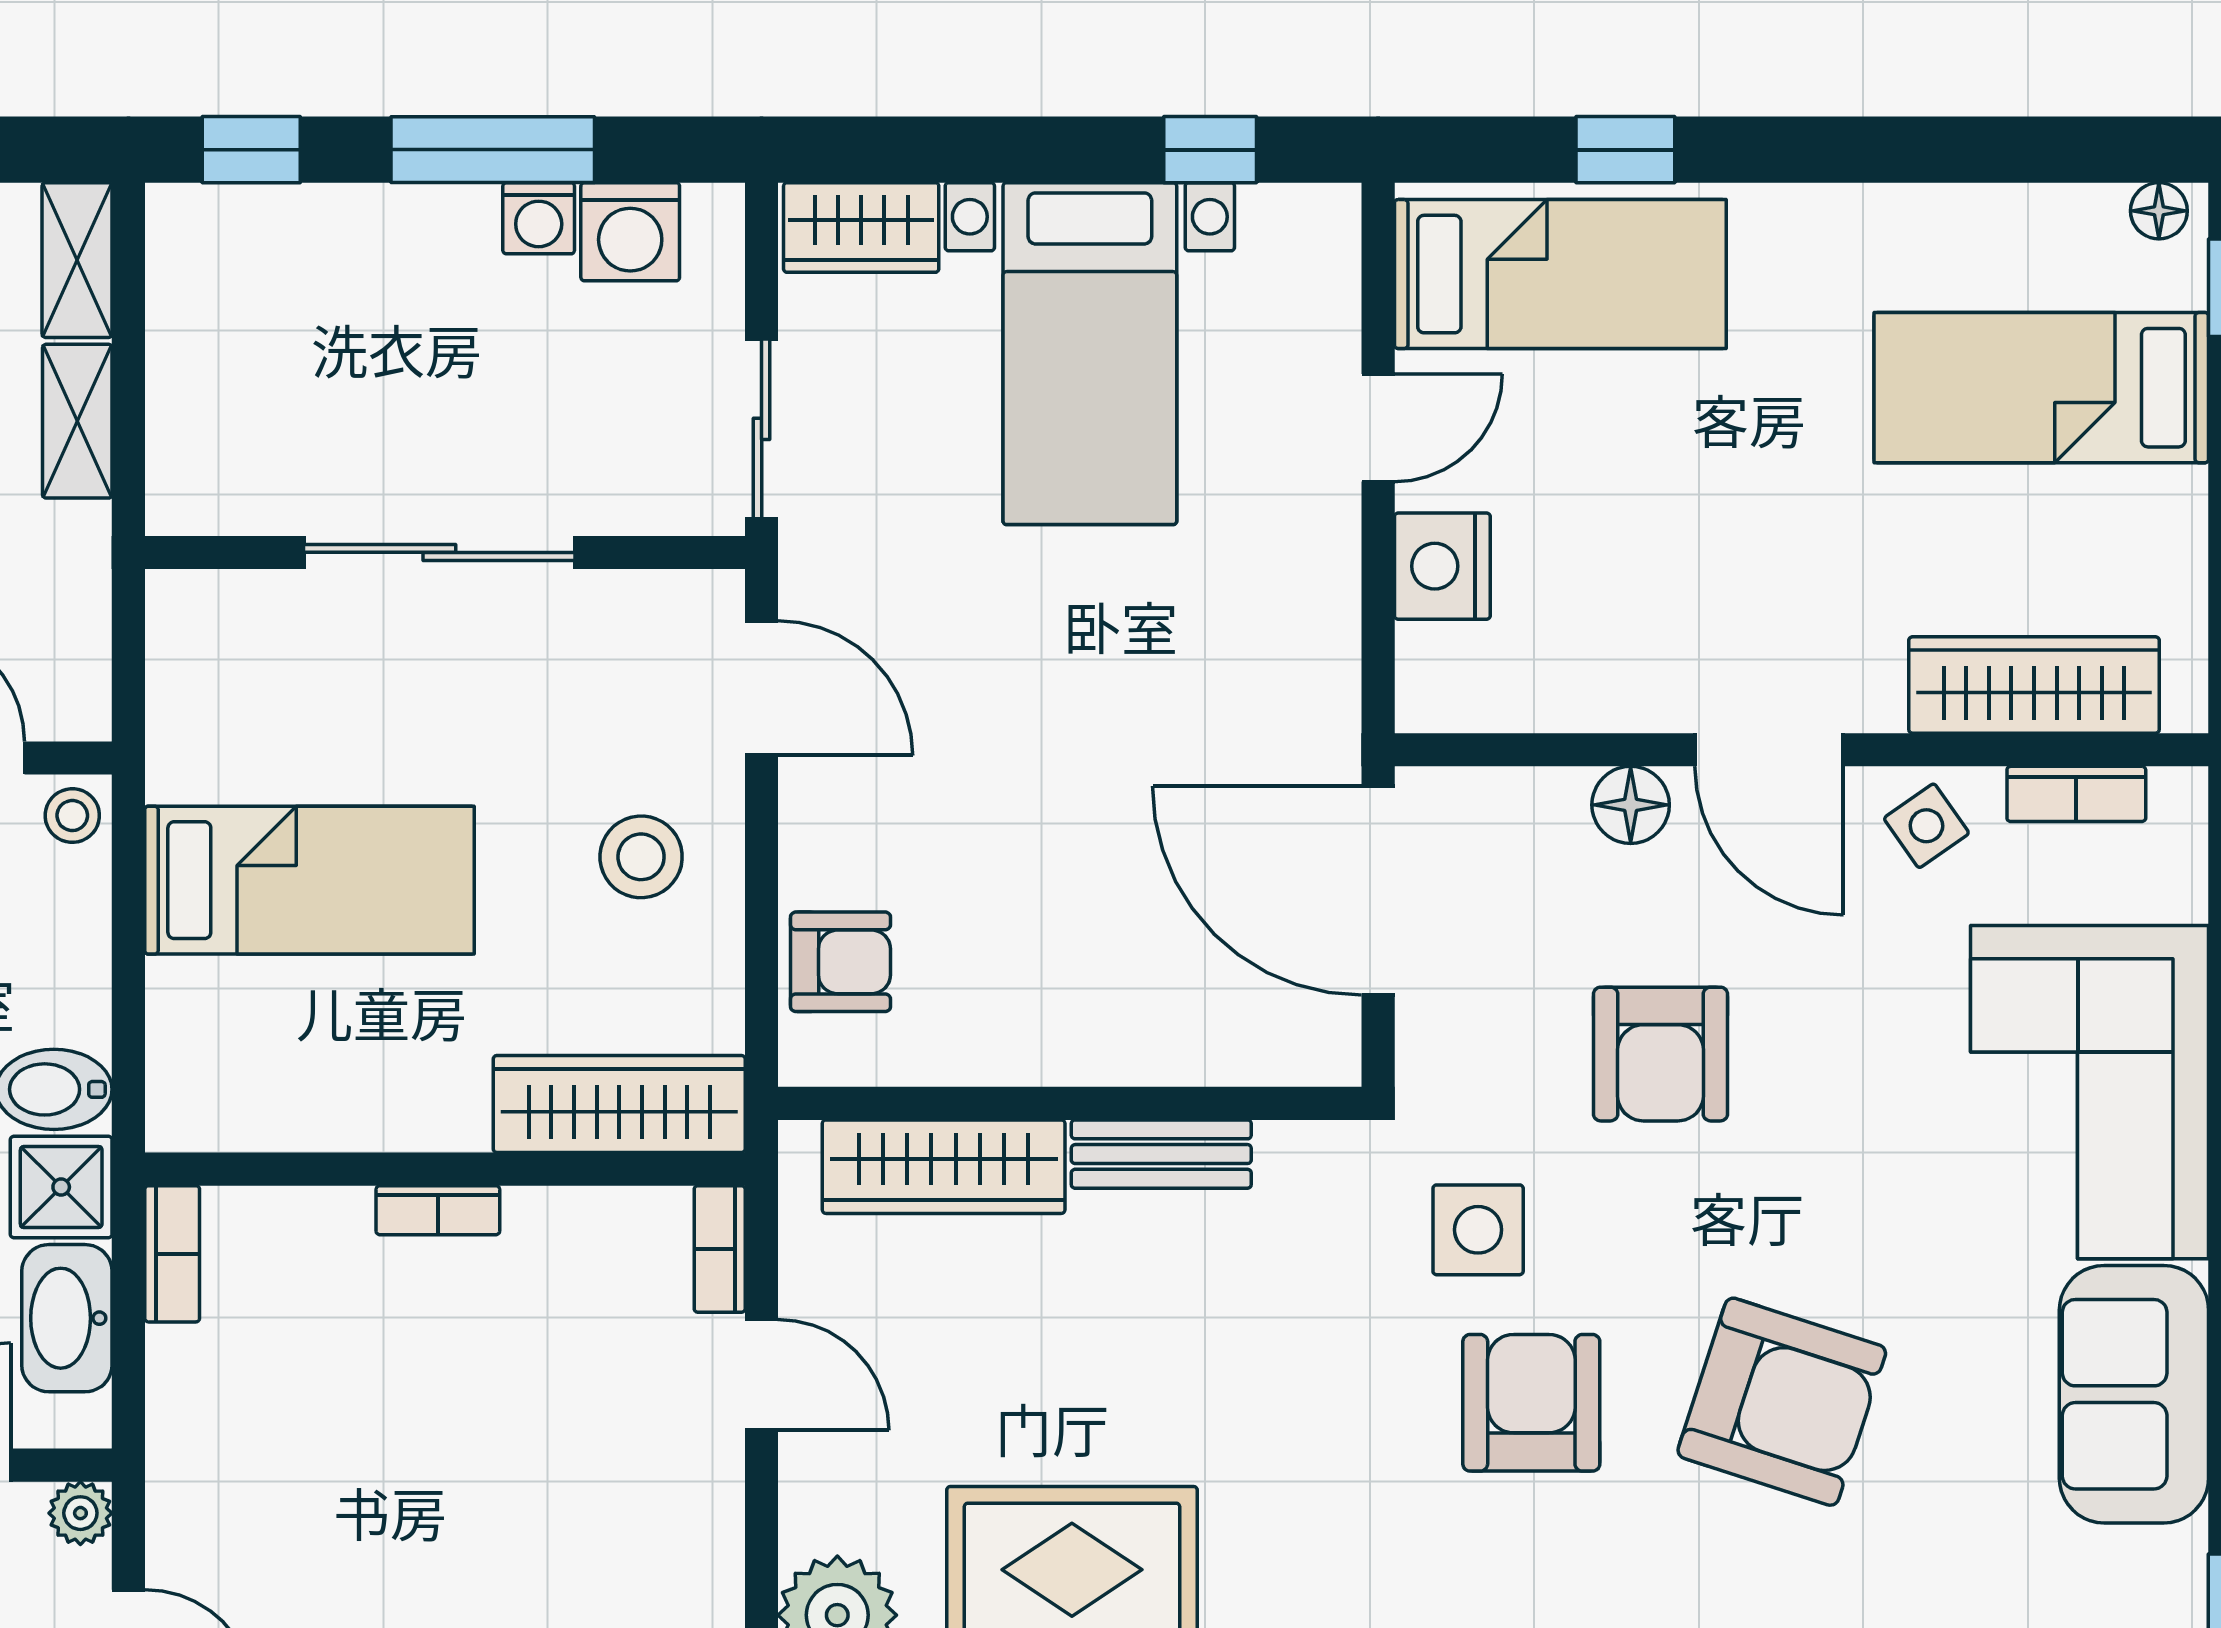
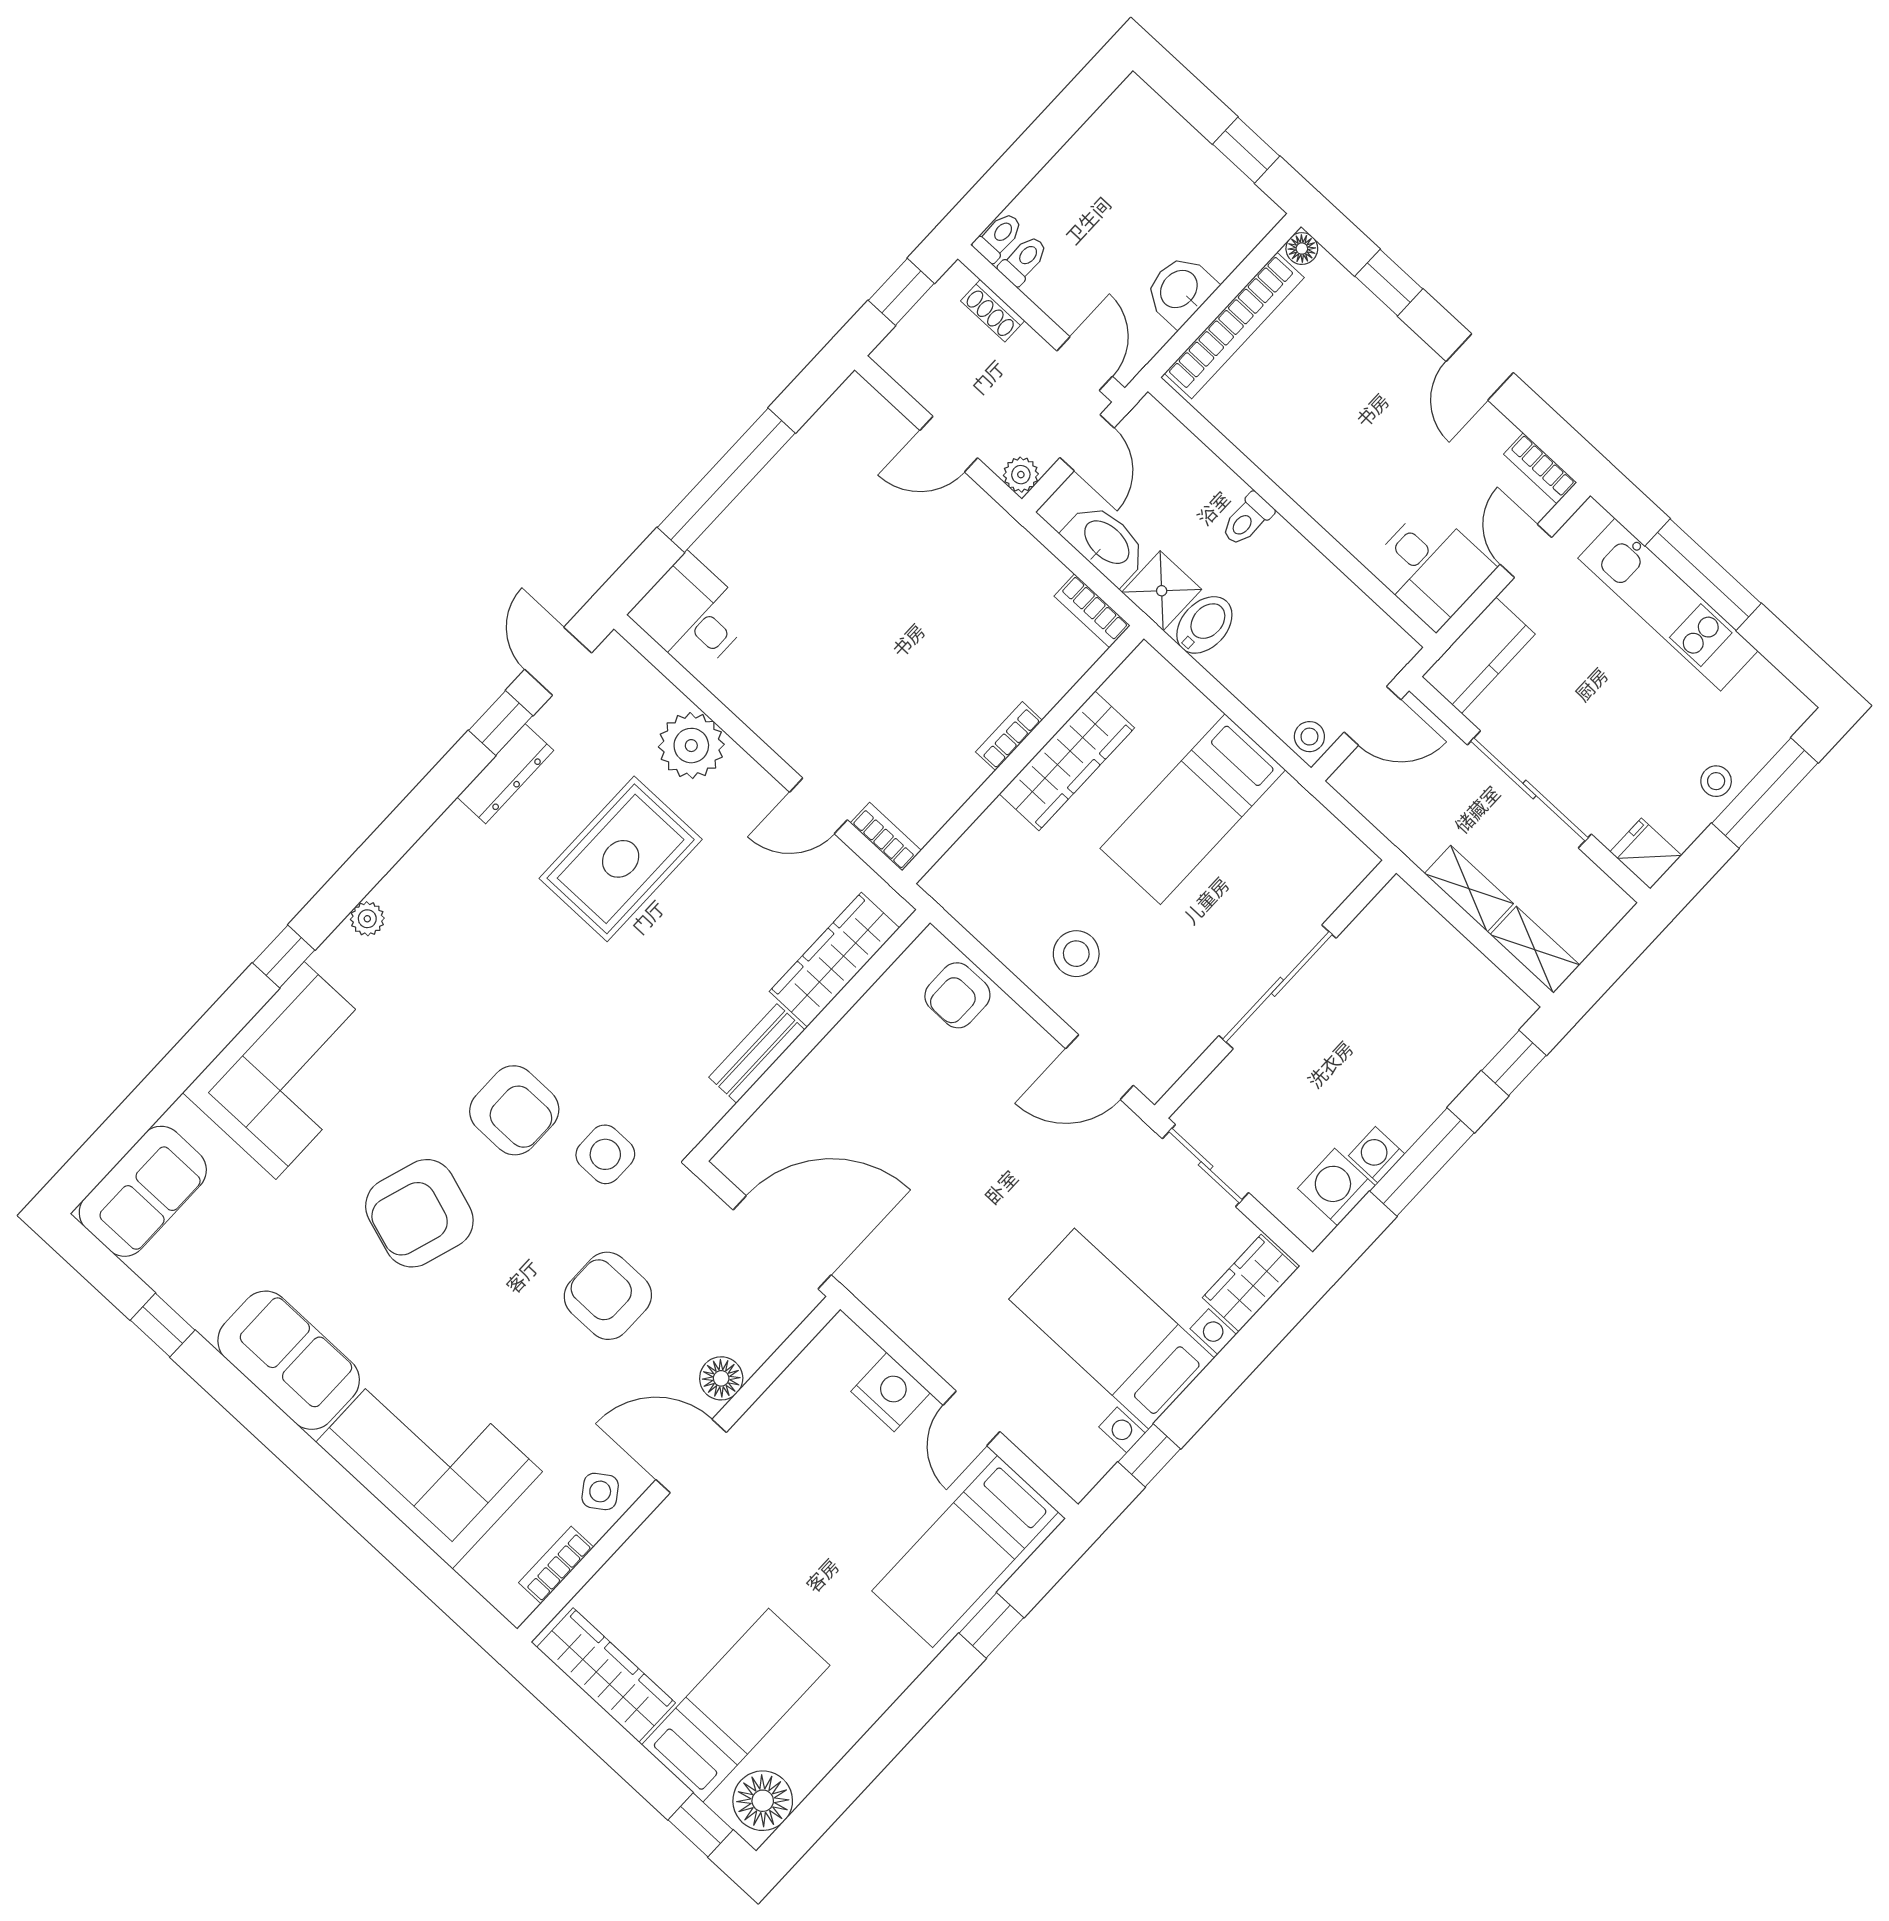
floor lamp: (2159, 211) -> (763, 1801), width x1.89, depth x1.89
wardrobe: (2034, 685) -> (606, 1675), moved, turned -90
wardrobe: (619, 1104) -> (1067, 761), moved

